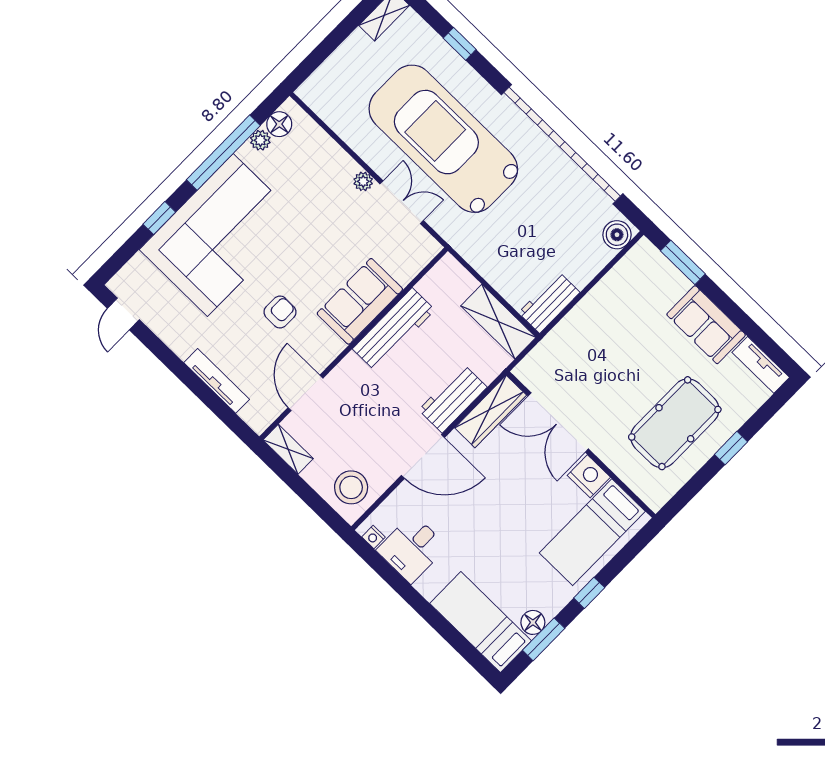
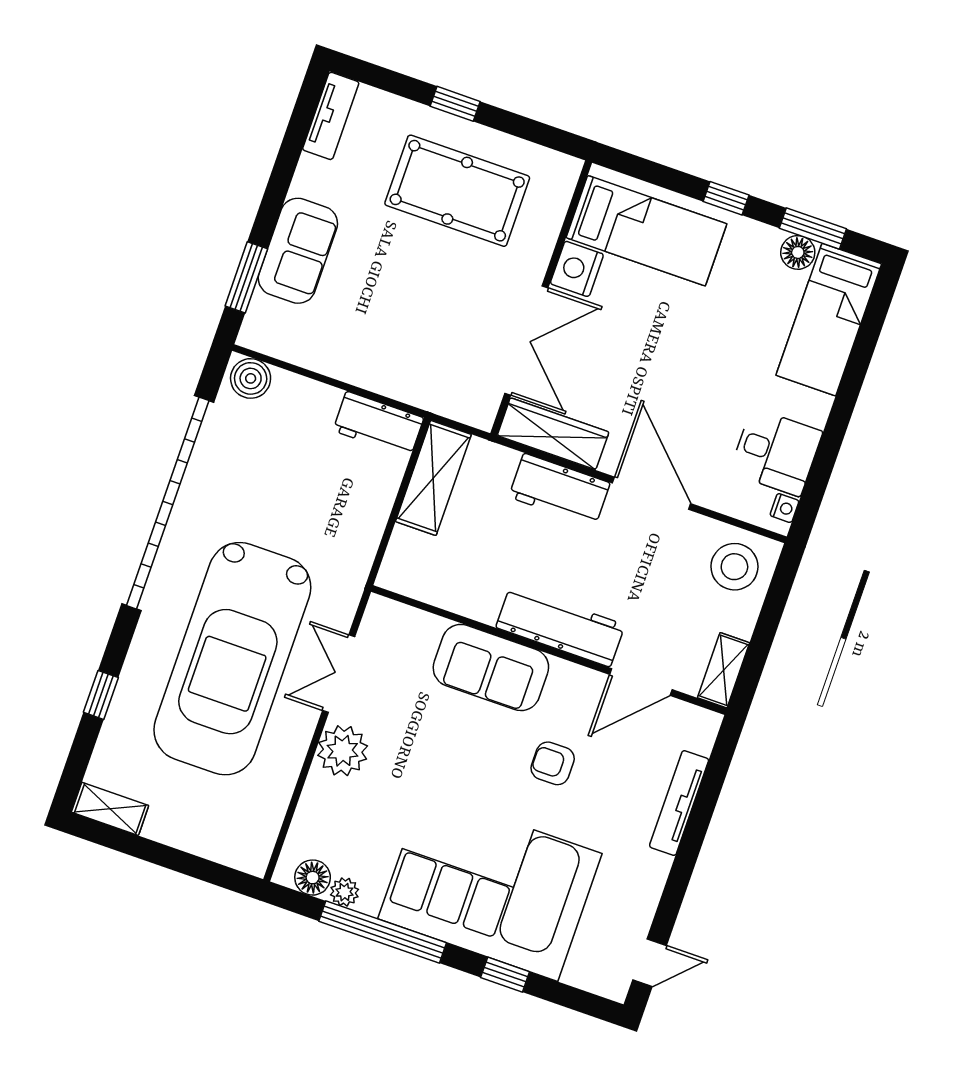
plant: (363, 181) -> (343, 751), width x1.87, depth x1.87
sofa: (706, 325) -> (298, 251), moved
workbench: (394, 329) -> (560, 626), moved

